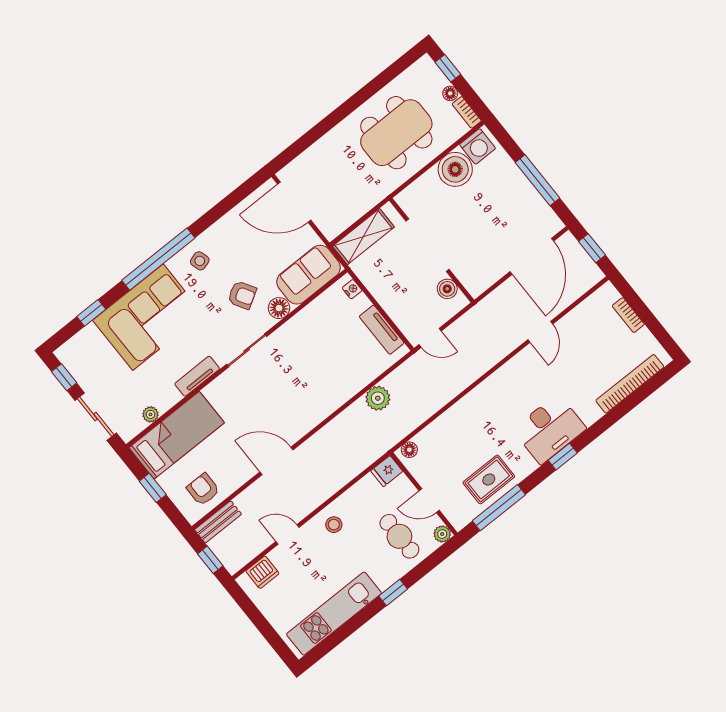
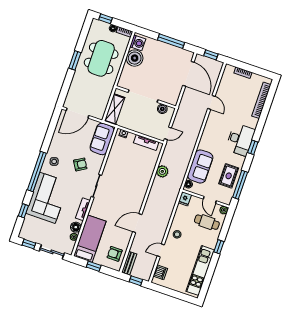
window: (348, 107) -> (75, 60), added
floor lamp: (279, 308) -> (76, 227), moved
sofa: (450, 432) -> (200, 166), added
door: (429, 501) -> (210, 200), hinge flipped

